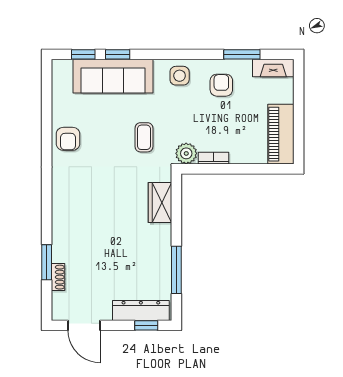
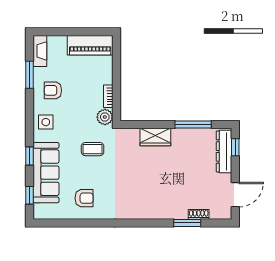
window: (118, 54) -> (30, 156), moved
armchair: (68, 139) -> (84, 198), moved
wardrobe: (160, 203) -> (155, 137), moved

